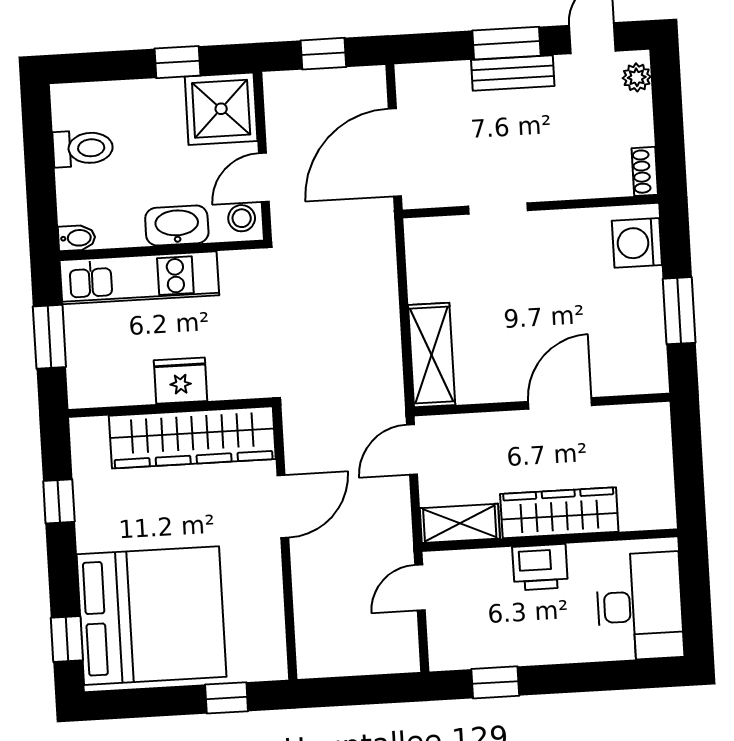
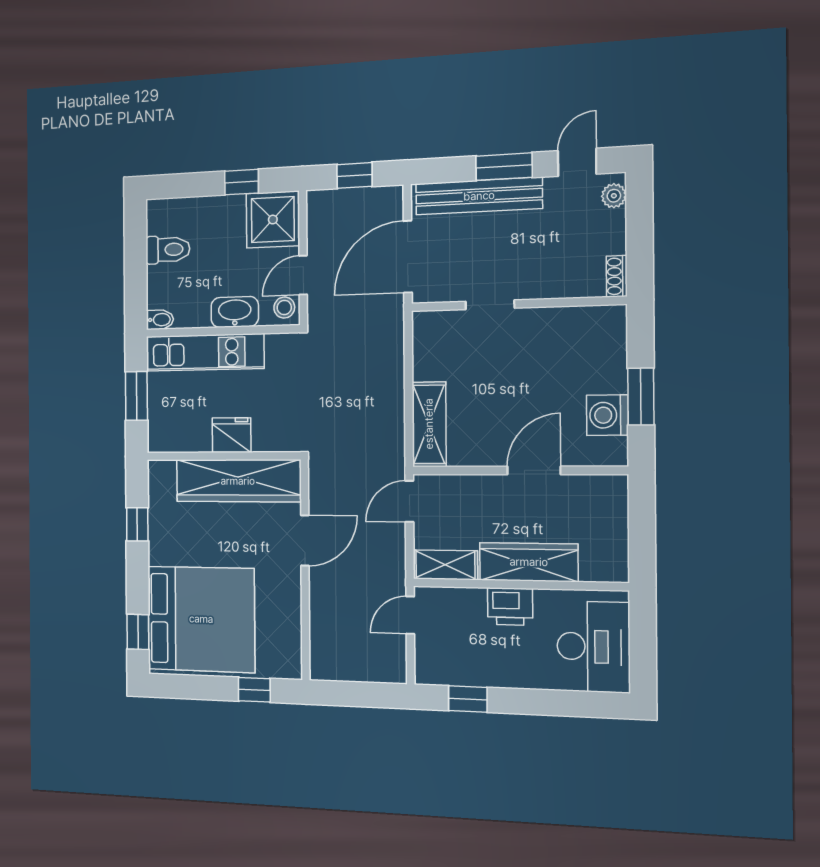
bench: (513, 73) -> (479, 196), width x1.86, depth x1.21
washing machine: (637, 243) -> (607, 415), moved

